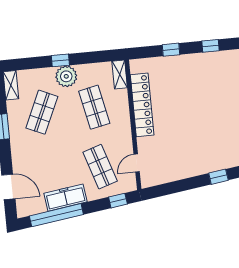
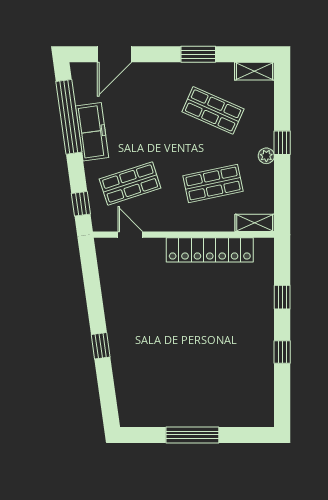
plant: (66, 76) -> (266, 156), width x0.53, depth x0.53

